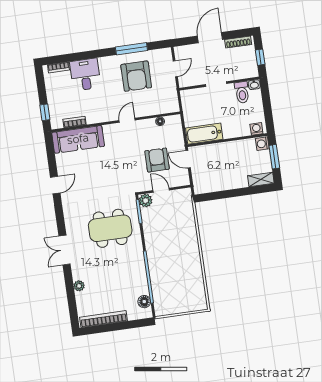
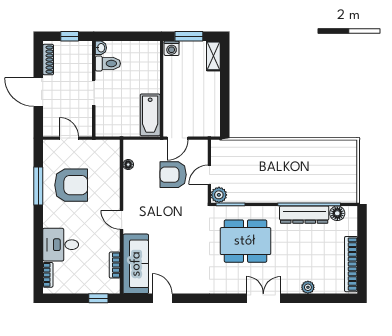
door: (127, 120) -> (122, 220), moved
washing machine: (256, 129) -> (153, 53), removed
door: (55, 185) -> (162, 298), moved
dining table: (110, 228) -> (245, 241), turned 90
double door: (65, 250) -> (263, 298), swing flipped
dresser: (139, 274) -> (304, 215), added

